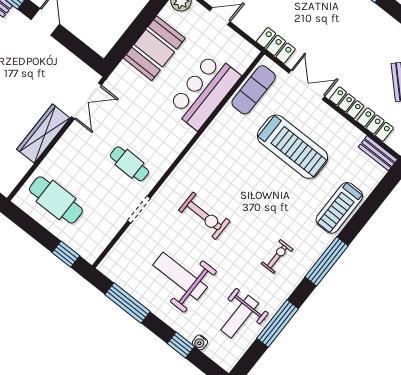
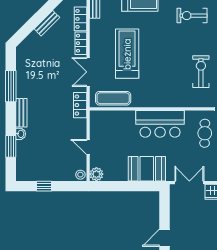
booth: (154, 48) -> (147, 169), moved
bar counter: (204, 91) -> (160, 124), moved
exercise bike: (277, 256) -> (192, 16), width x1.38, depth x1.39

